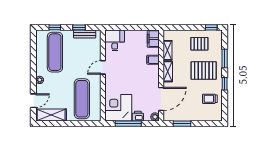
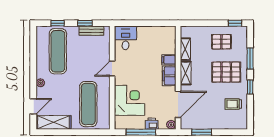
filing cabinet: (153, 39) -> (169, 76), moved
corner desk: (118, 108) -> (130, 100), moved, turned 90

